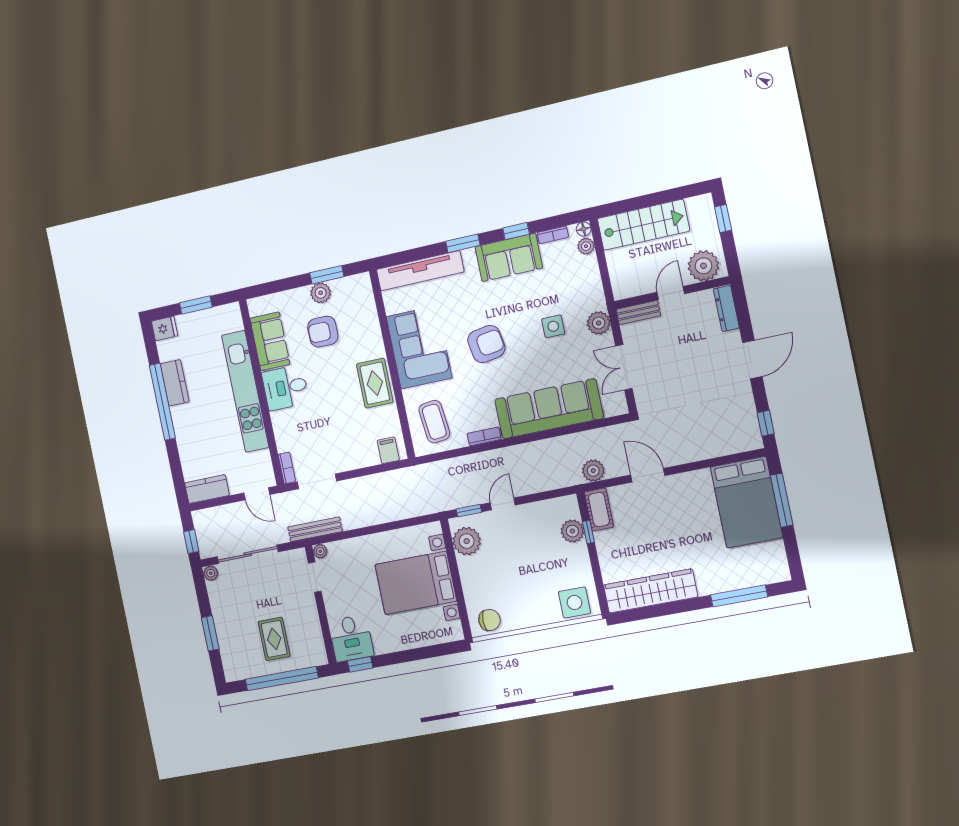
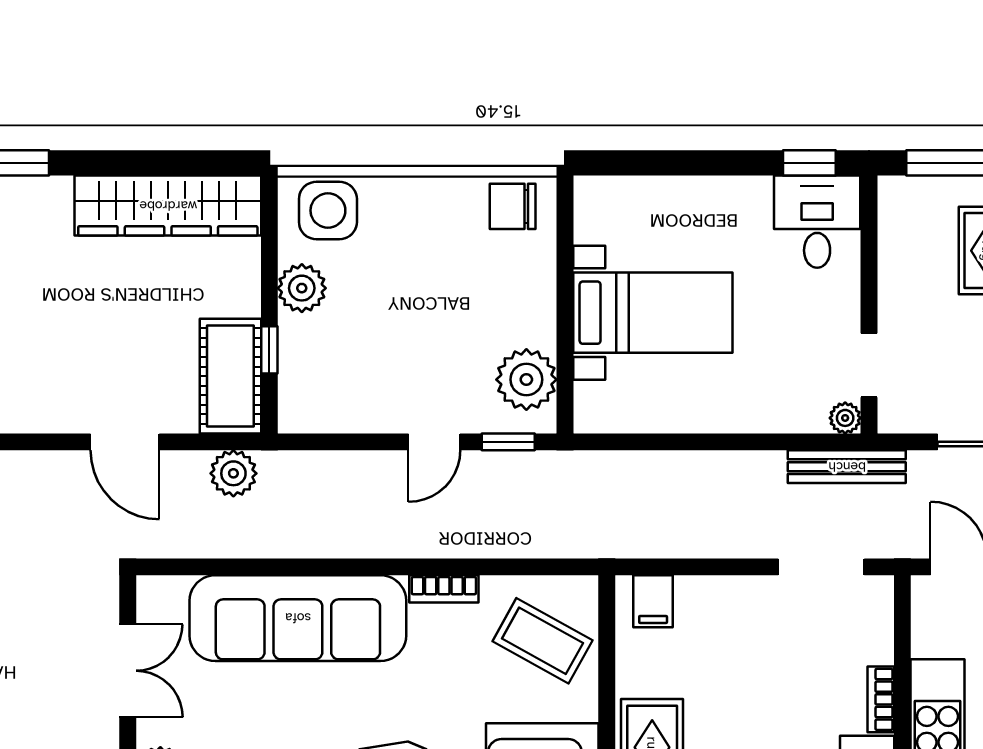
coffee table: (434, 422) -> (542, 641), turned -55
bookcase: (287, 468) -> (881, 699), moved
cot: (599, 510) -> (230, 376), width x1.37, depth x1.34
plant: (572, 531) -> (302, 288), moved
bed with nightstands: (416, 583) -> (653, 313), width x0.73

